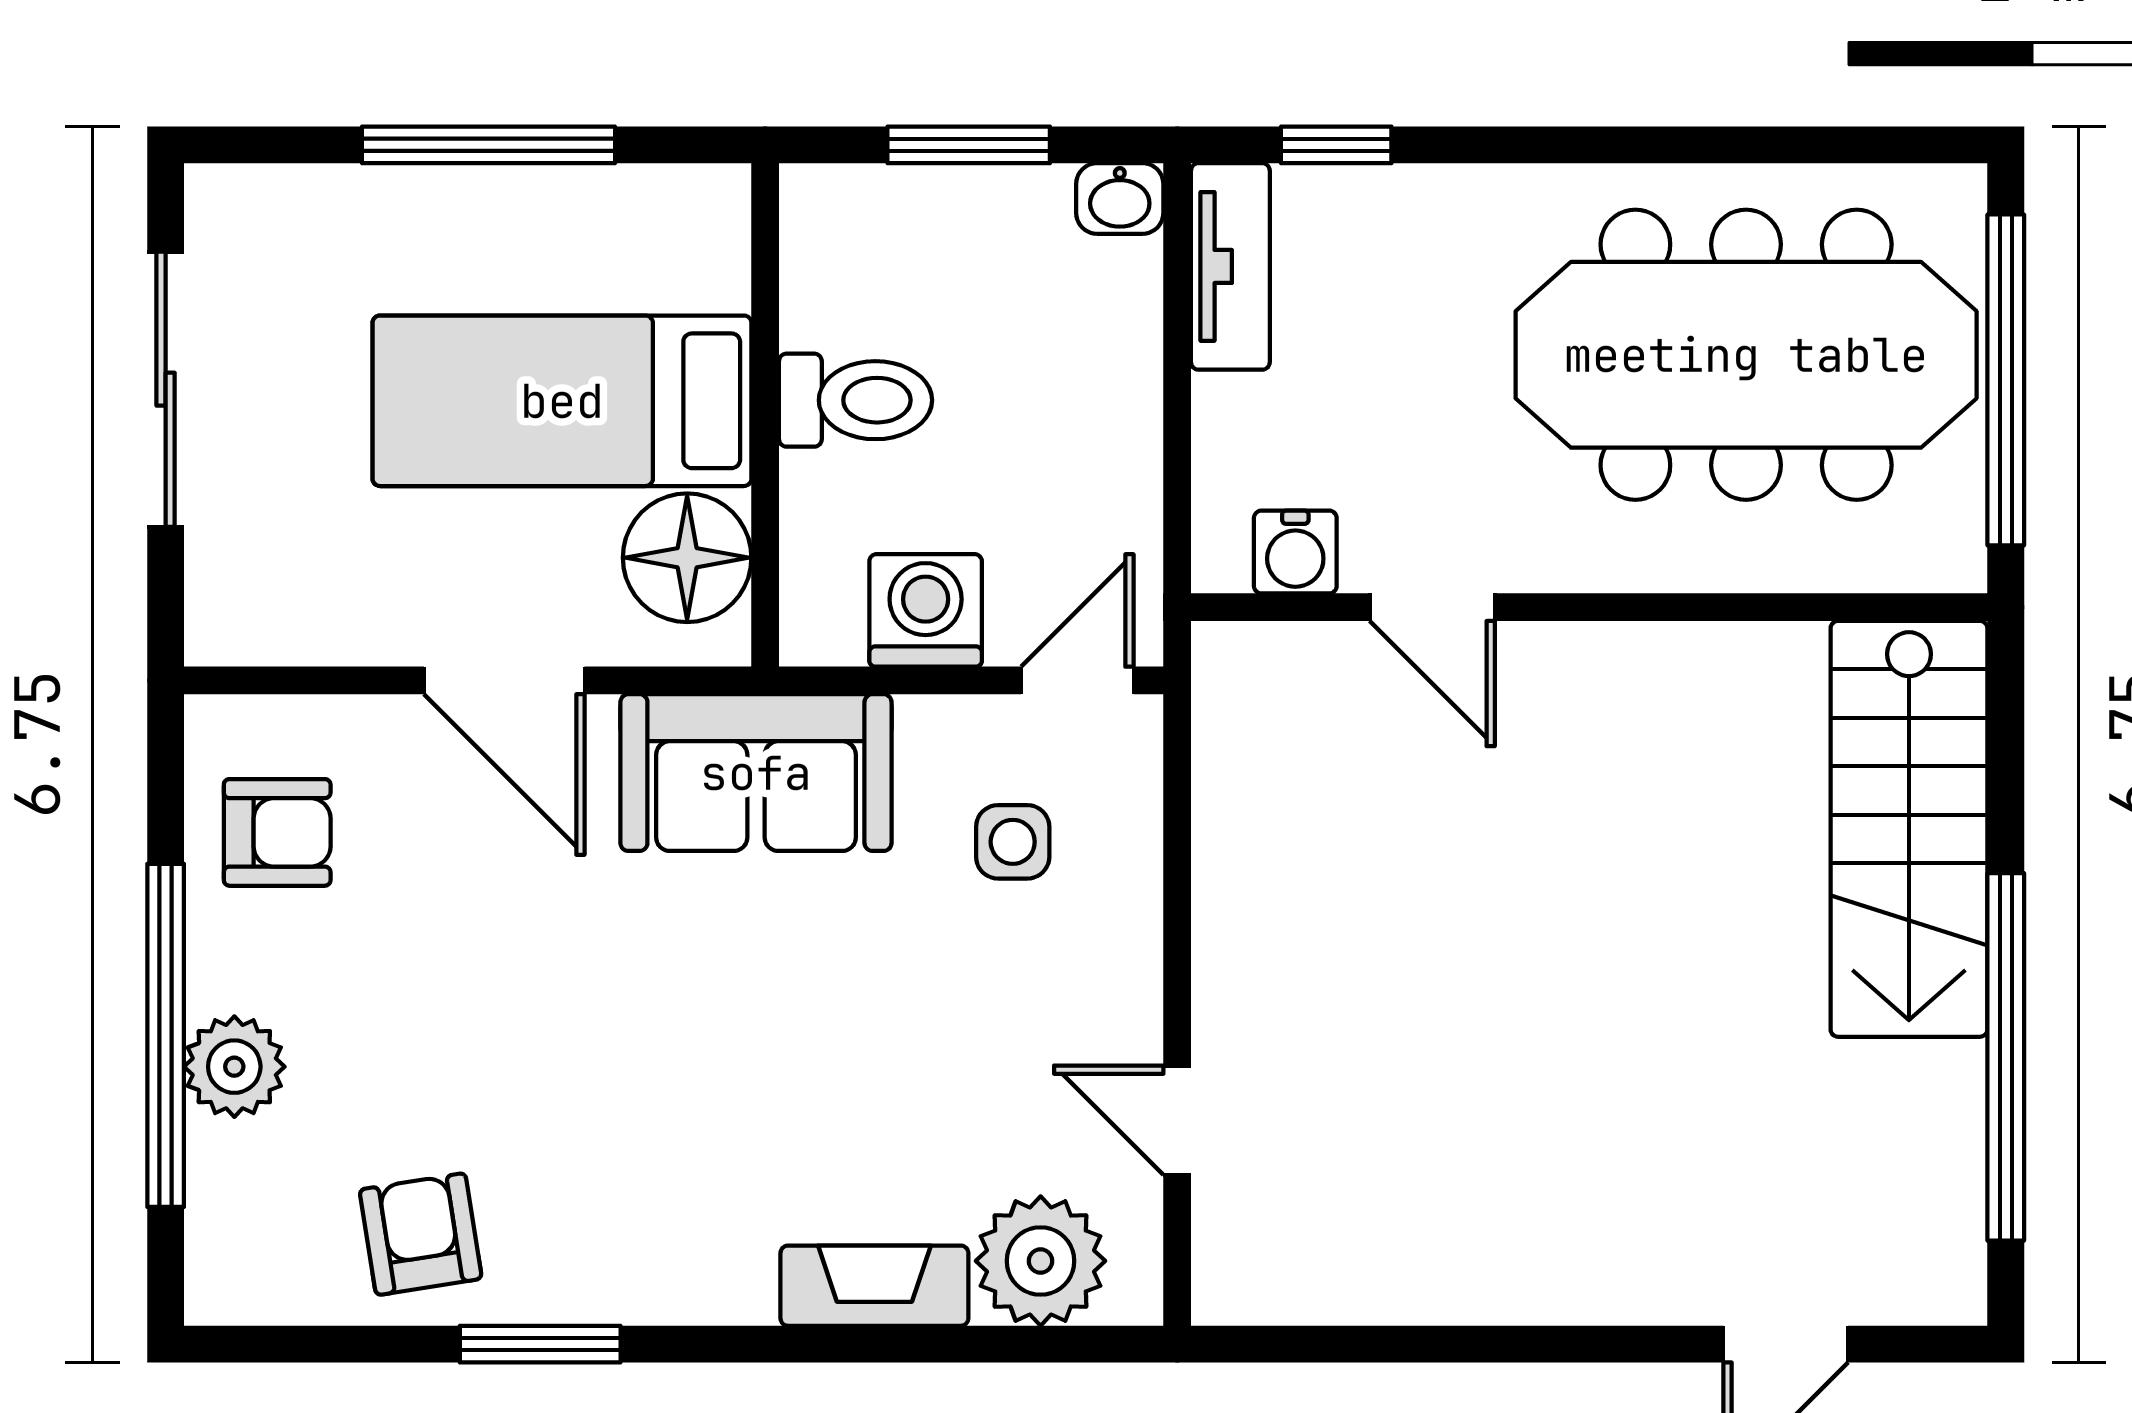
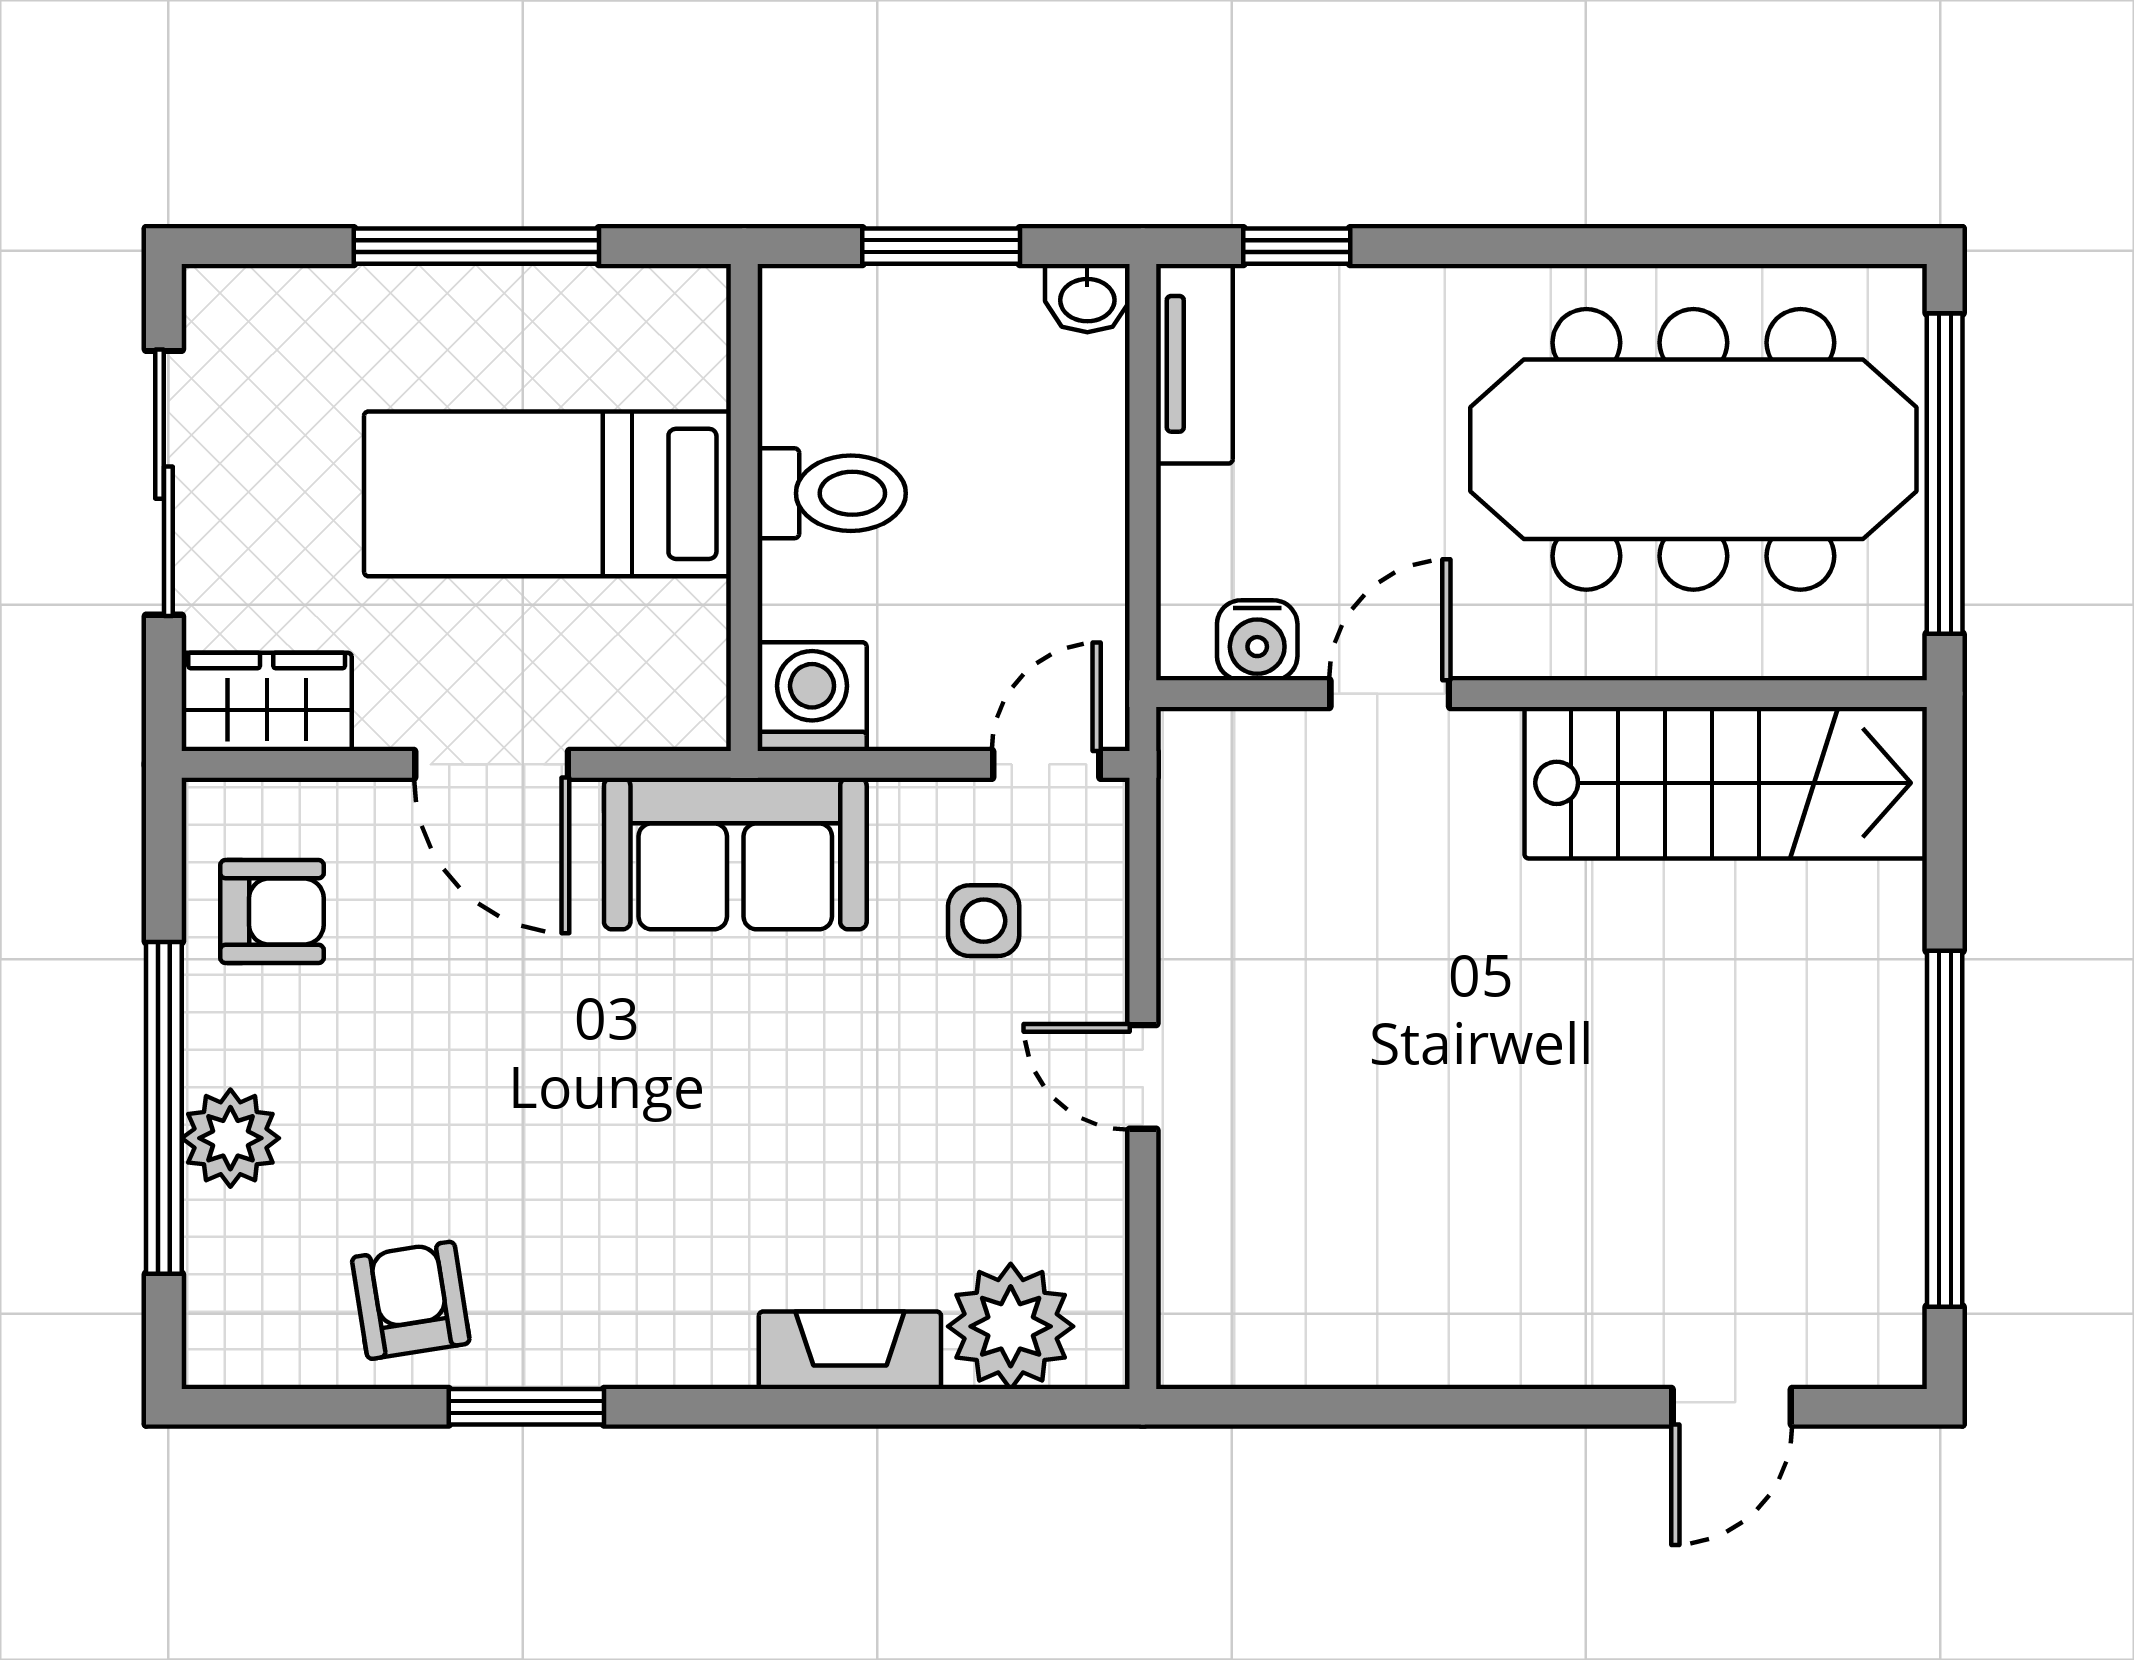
floor lamp: (687, 558) -> (669, 646), removed
door: (1432, 607) -> (1390, 694), swing flipped
washing machine: (926, 610) -> (812, 697), moved
wardrobe: (272, 616) -> (267, 702), added
stairs: (1909, 829) -> (1726, 783), moved, turned -90
door: (1177, 1120) -> (1143, 1077), moved

